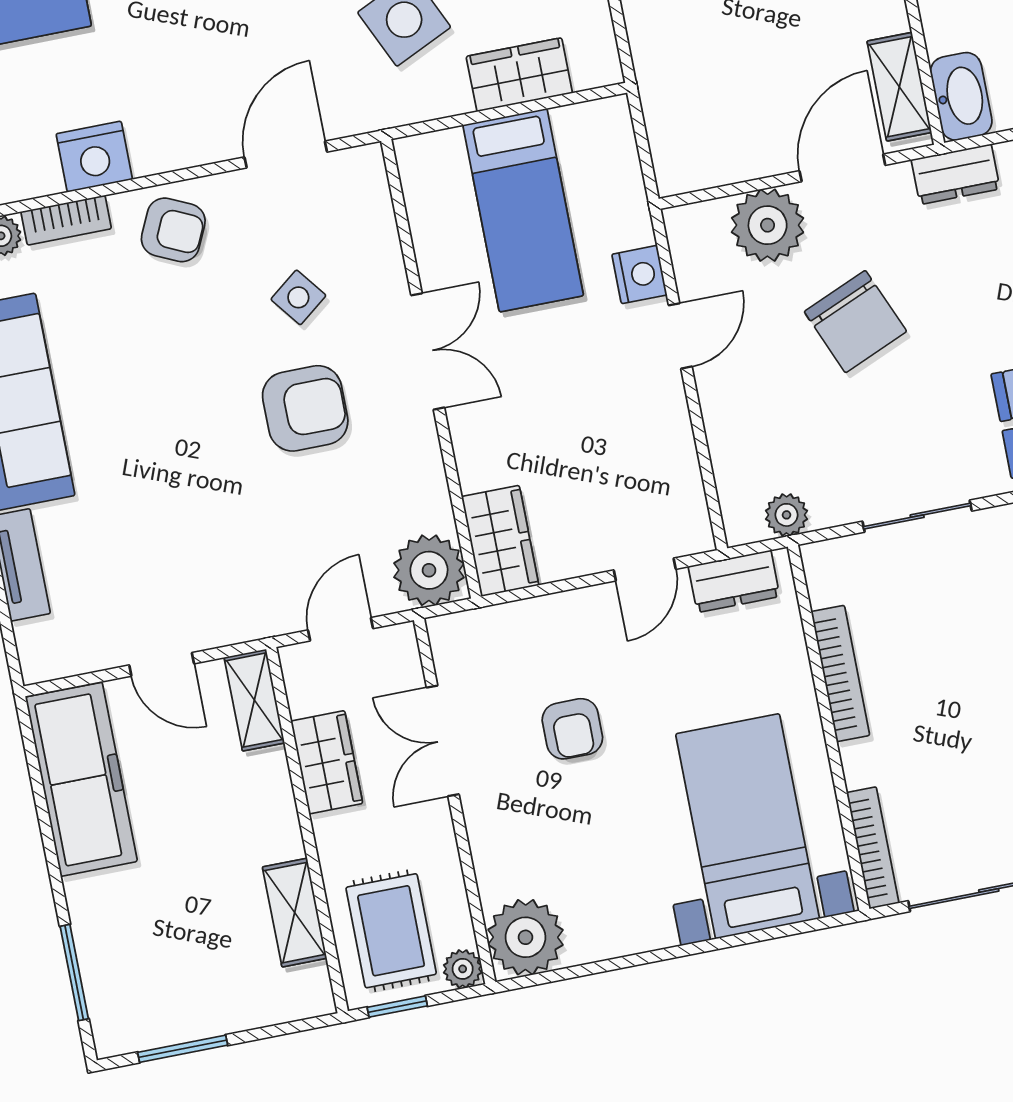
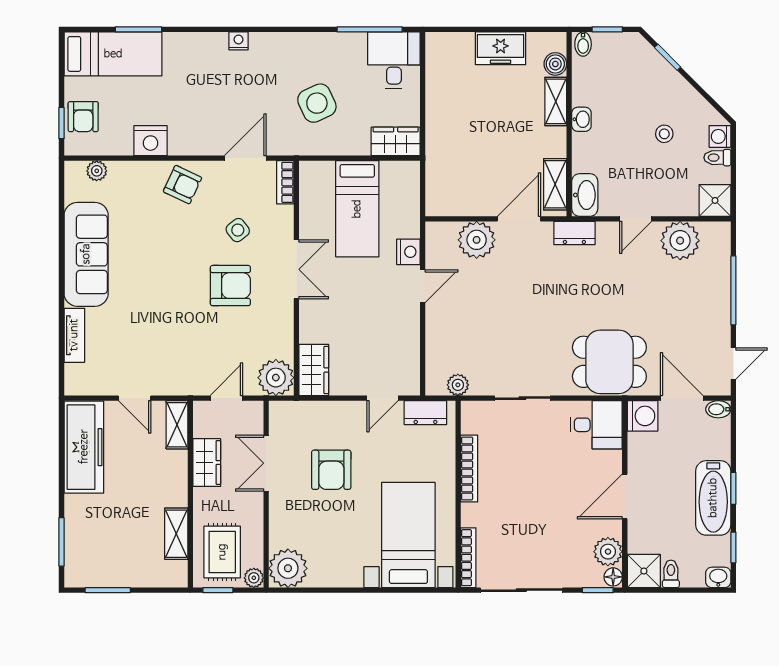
wardrobe: (519, 75) -> (396, 141), moved
bookcase: (66, 220) -> (285, 182), moved, turned 90
chair: (855, 322) -> (511, 296), removed
armchair: (572, 729) -> (331, 470), width x1.38, depth x1.38

